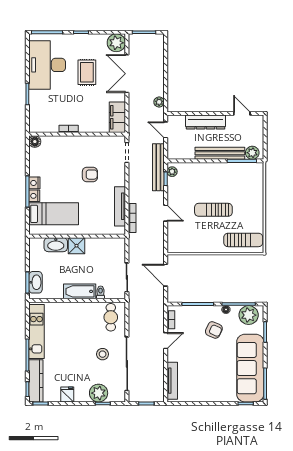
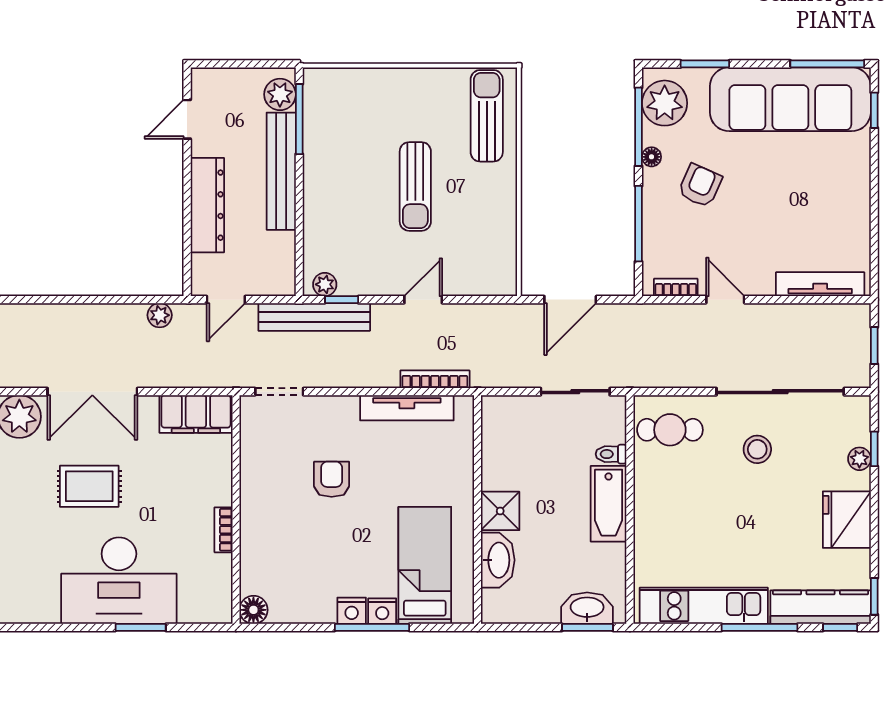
desk: (47, 65) -> (119, 581), moved
plant: (99, 393) -> (859, 459), width x0.53, depth x0.53
fridge: (67, 394) -> (847, 520), width x1.88, depth x1.34

